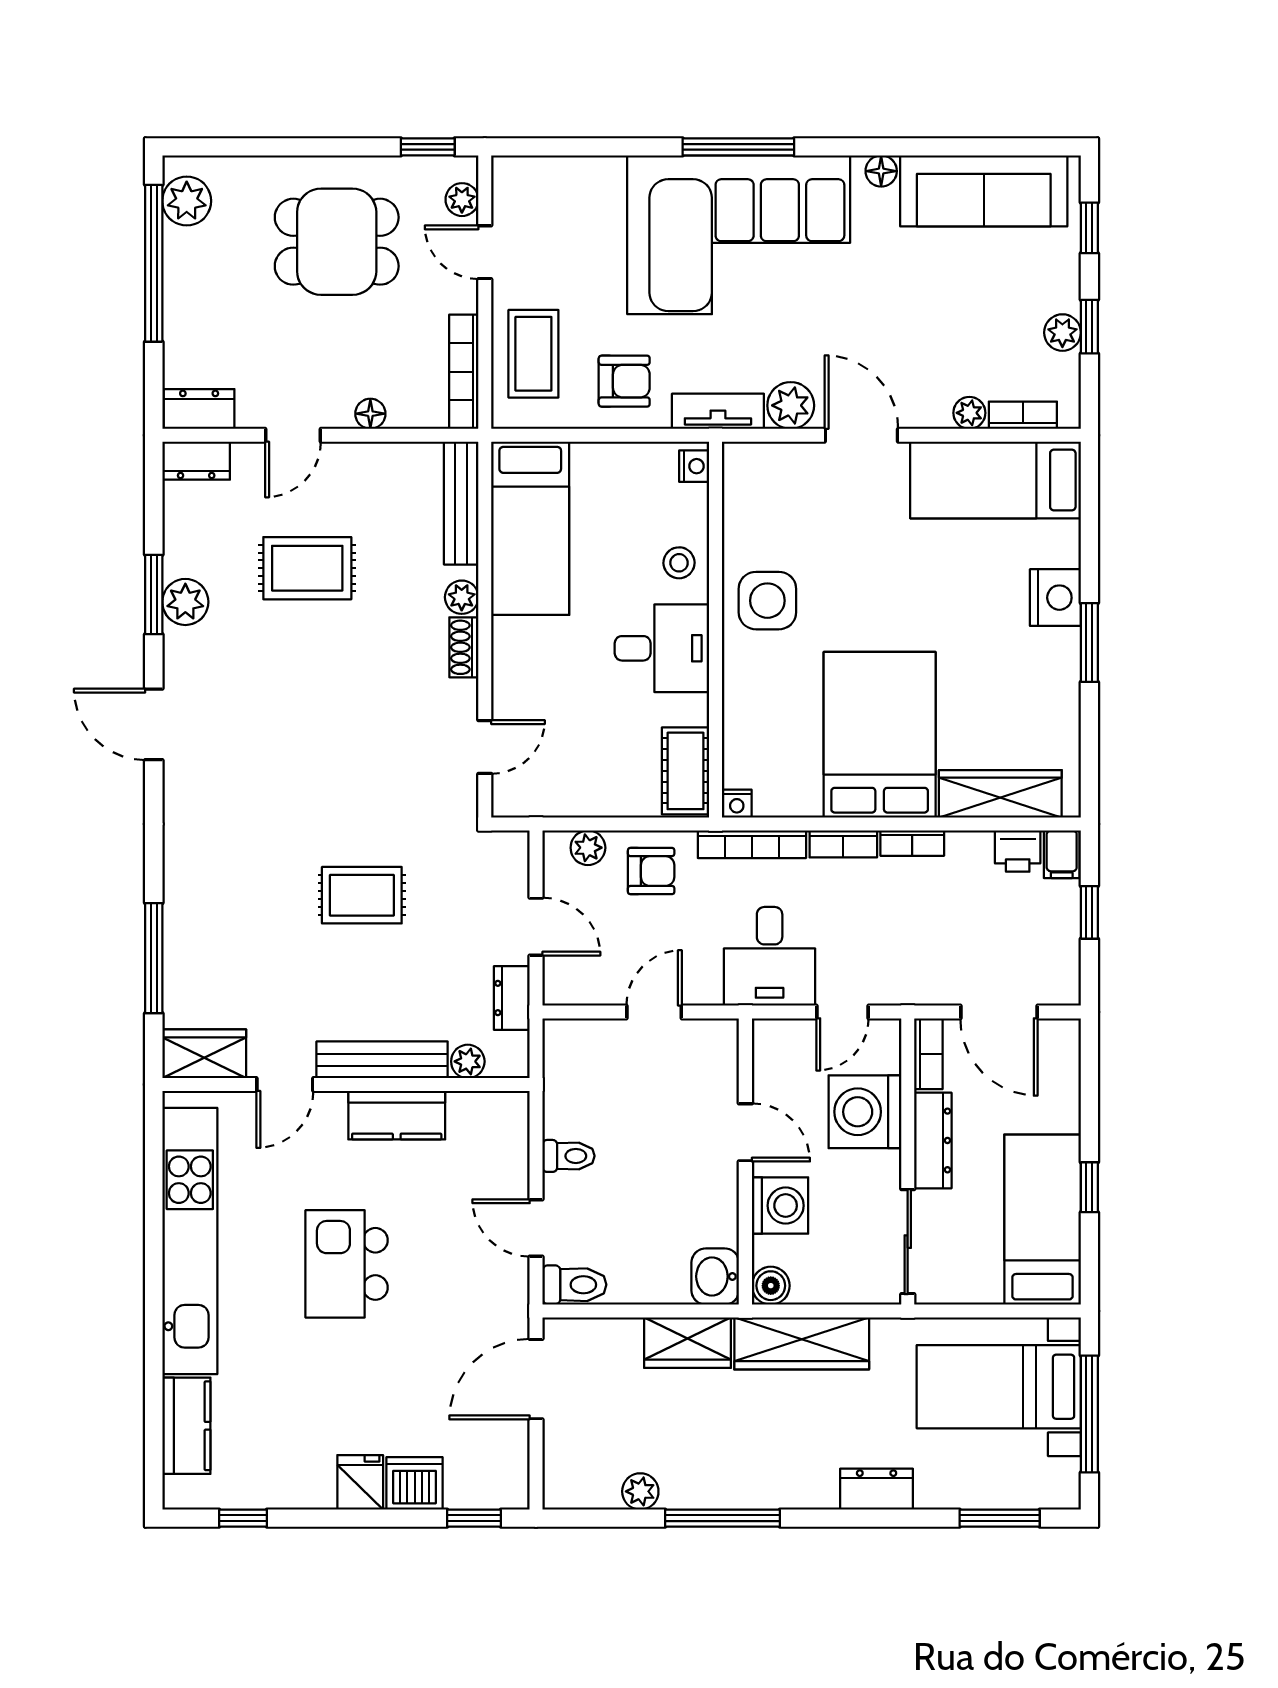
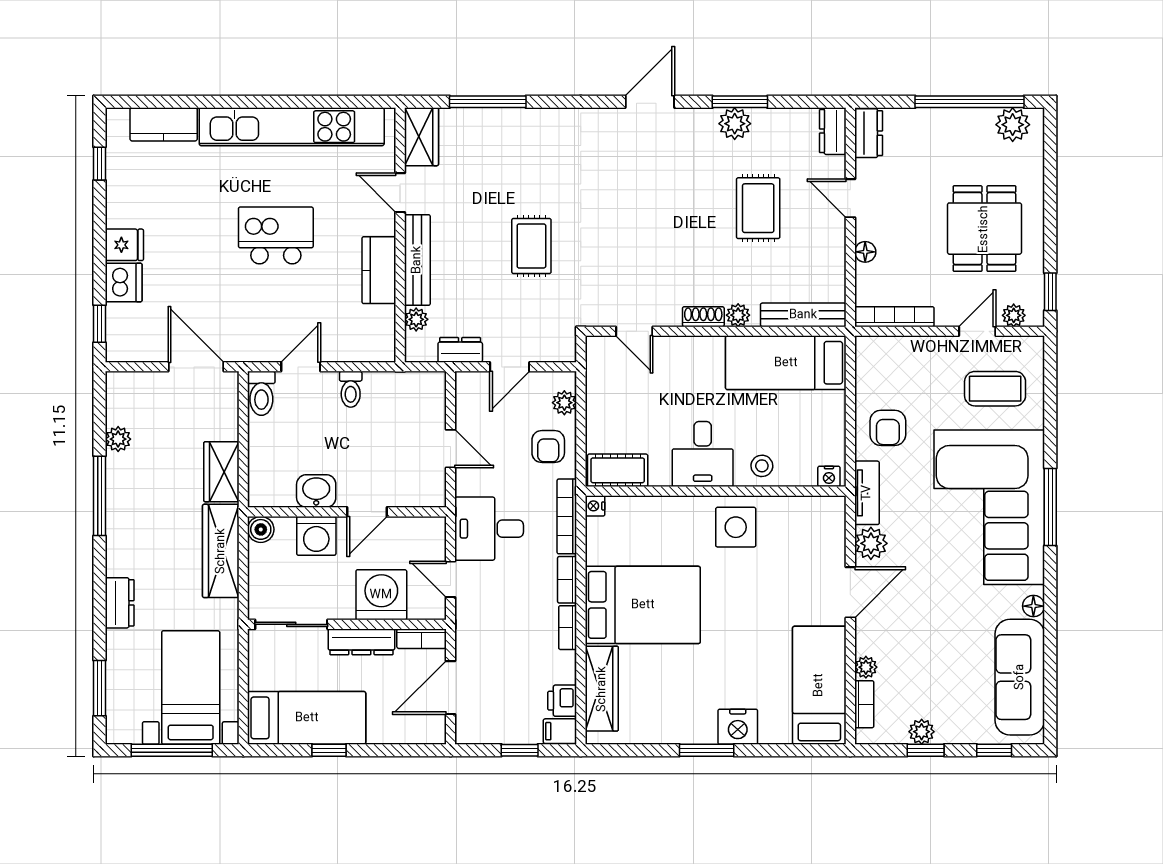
coffee table: (533, 354) -> (995, 389), moved
washbasin: (715, 1276) -> (316, 491), moved

